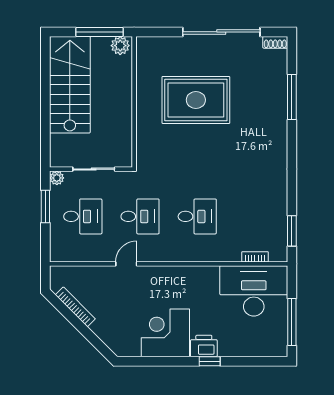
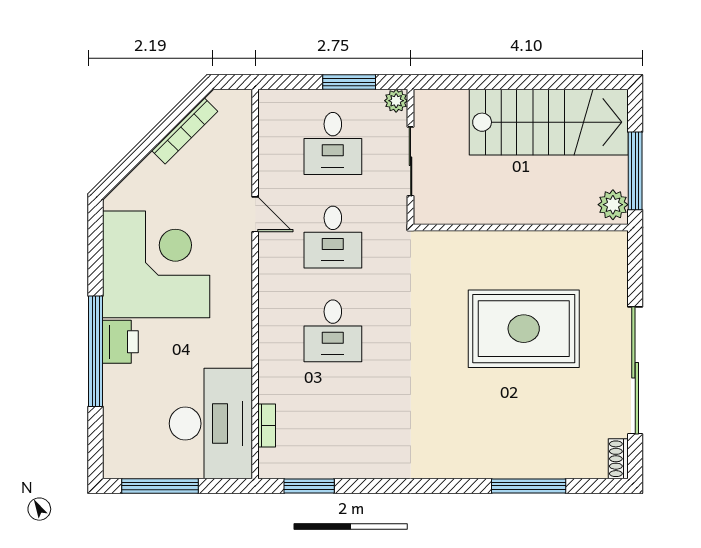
rug: (196, 100) -> (524, 329), turned 90
corner desk: (165, 333) -> (156, 264), width x1.36, depth x1.36
window: (210, 361) -> (96, 351), width x3.17

